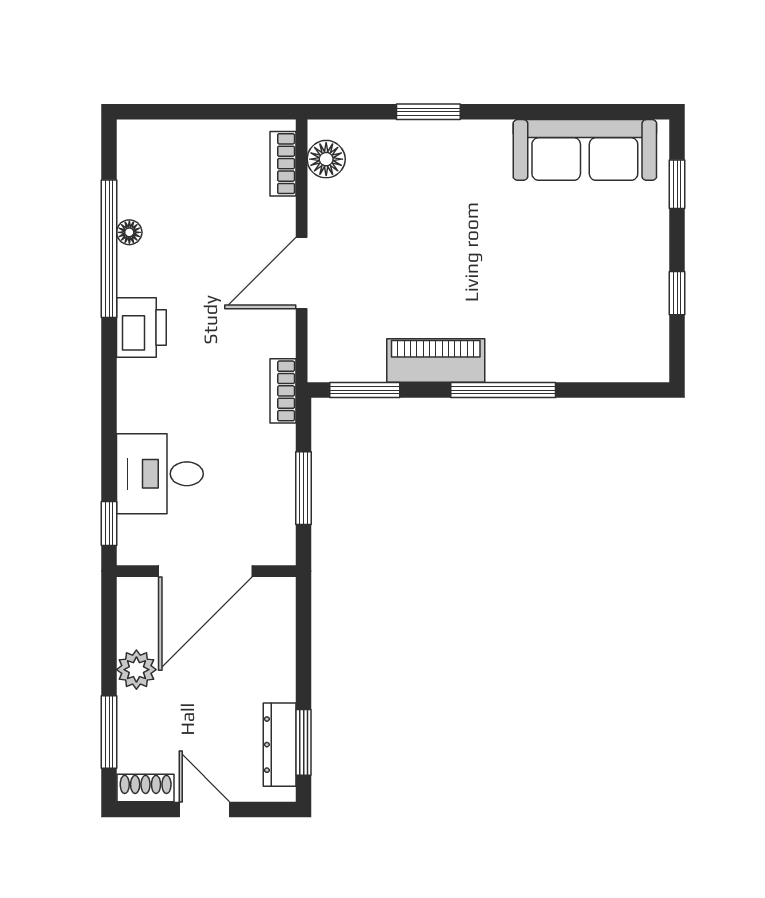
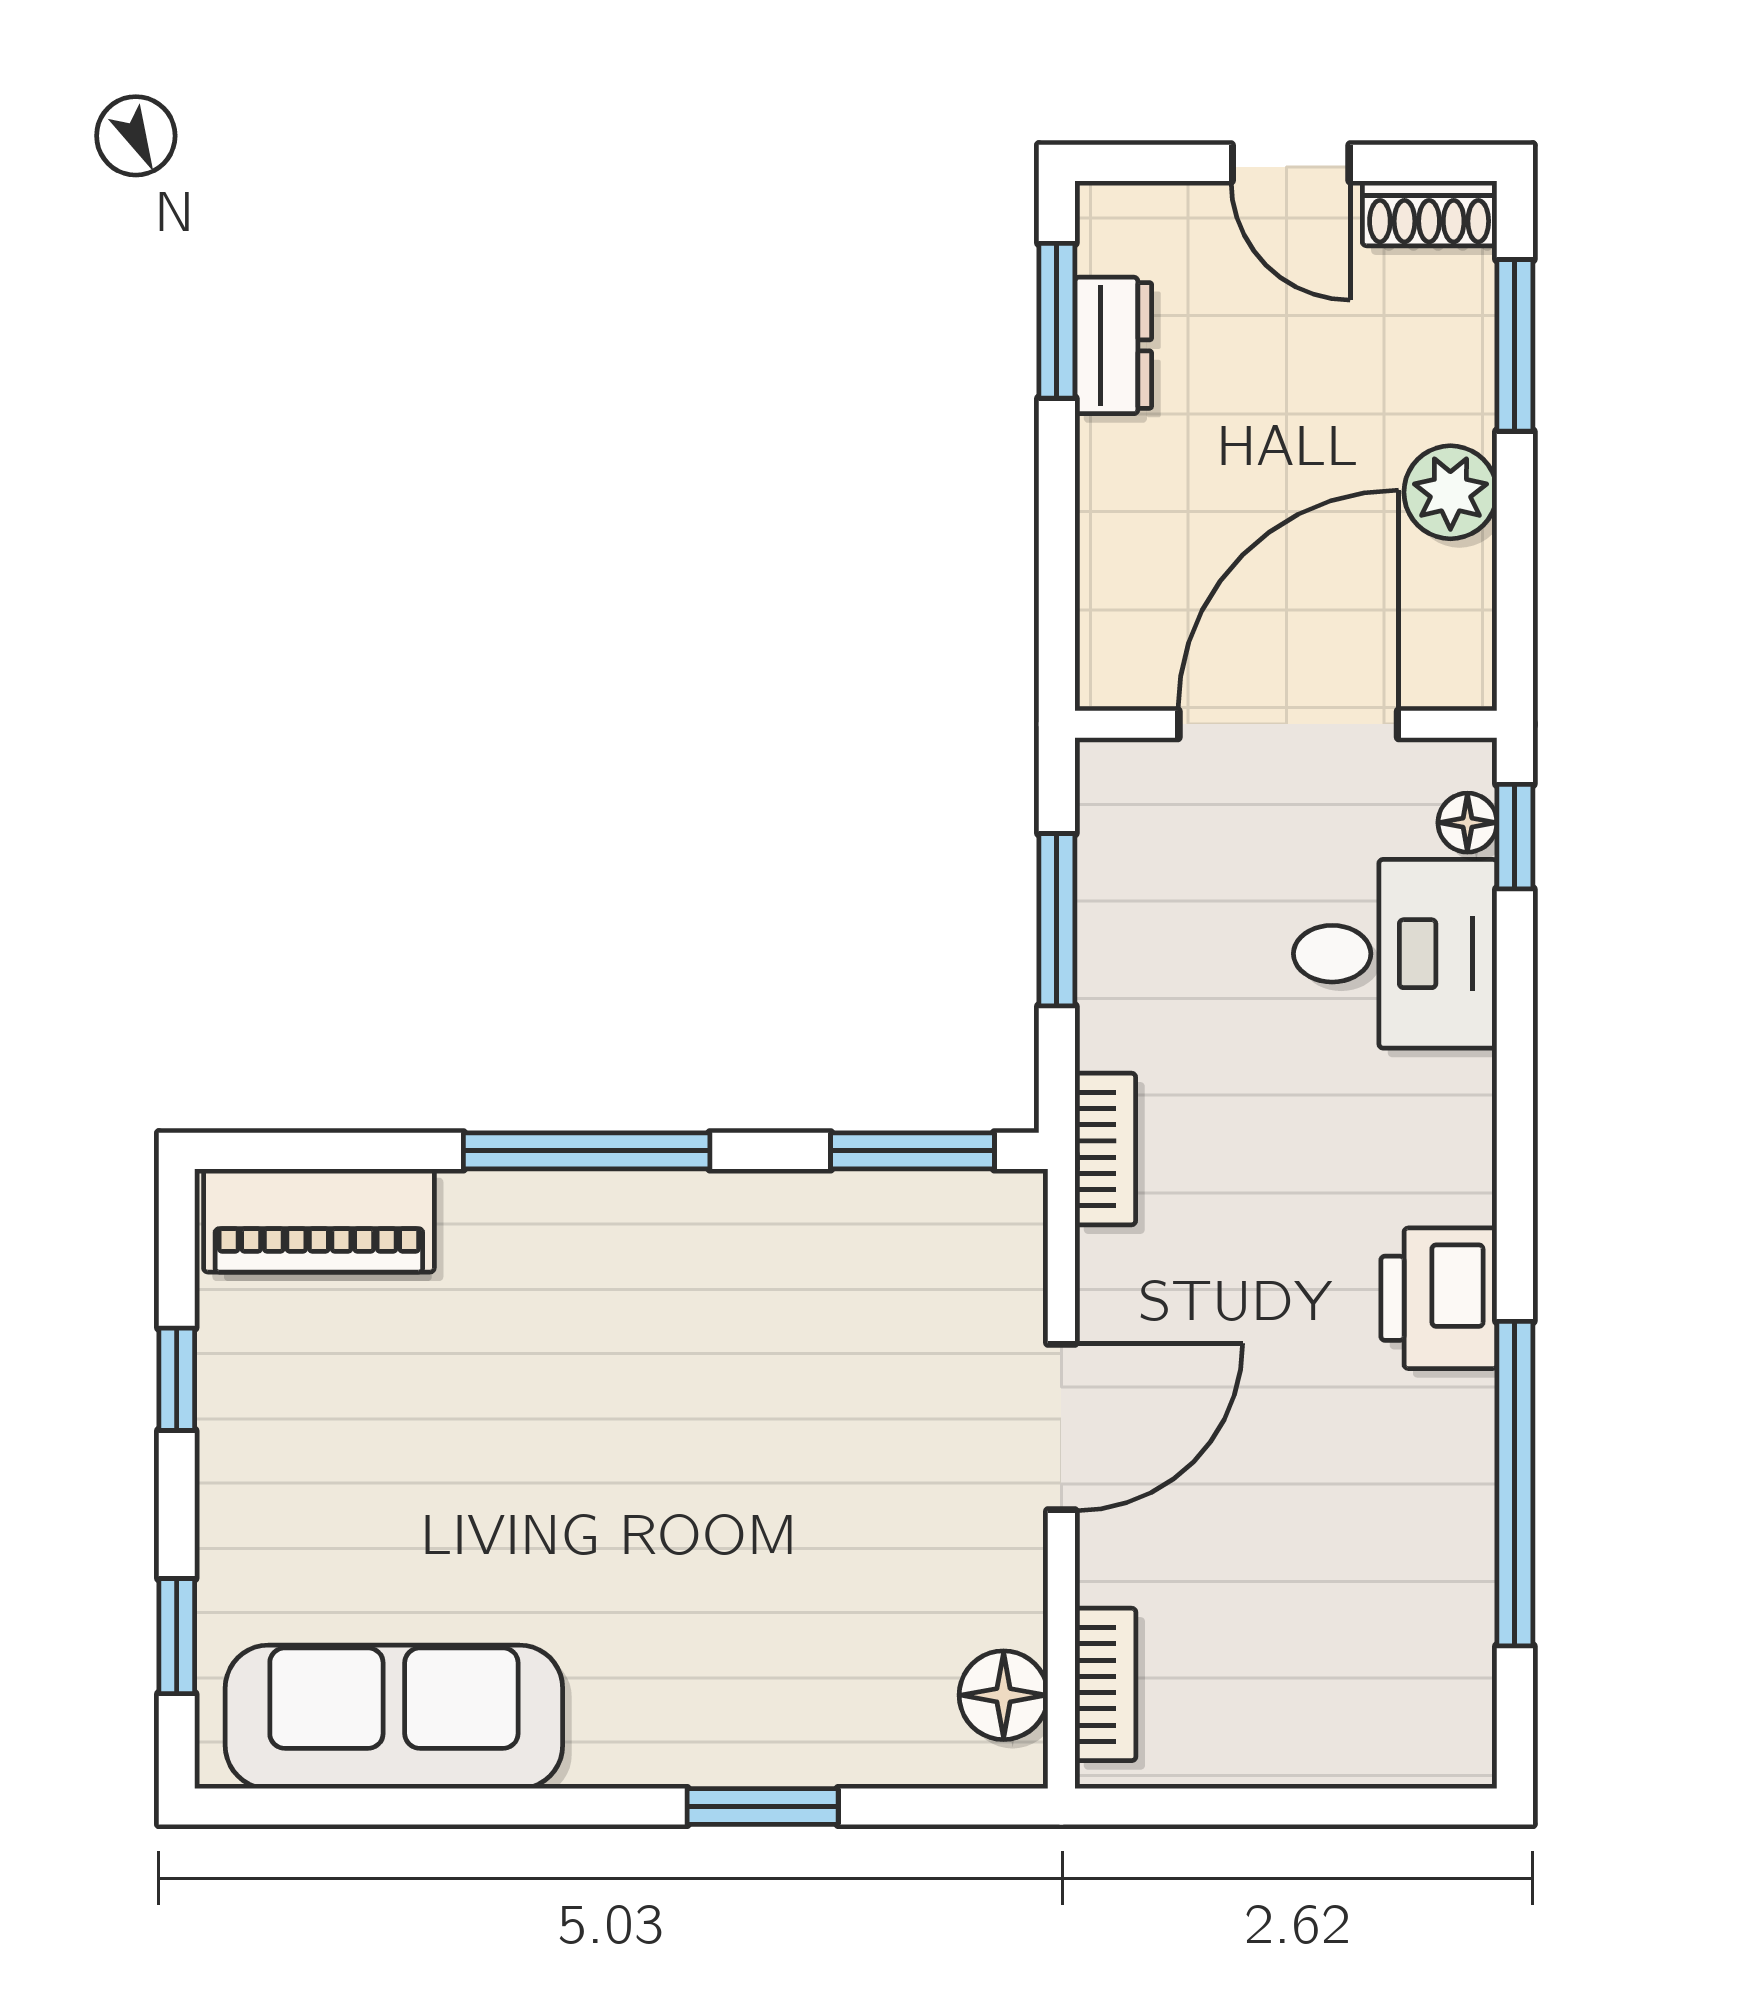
floor lamp: (129, 232) -> (1467, 823), moved
piano: (436, 361) -> (319, 1220), moved
dresser: (280, 745) -> (1113, 345), width x0.70

